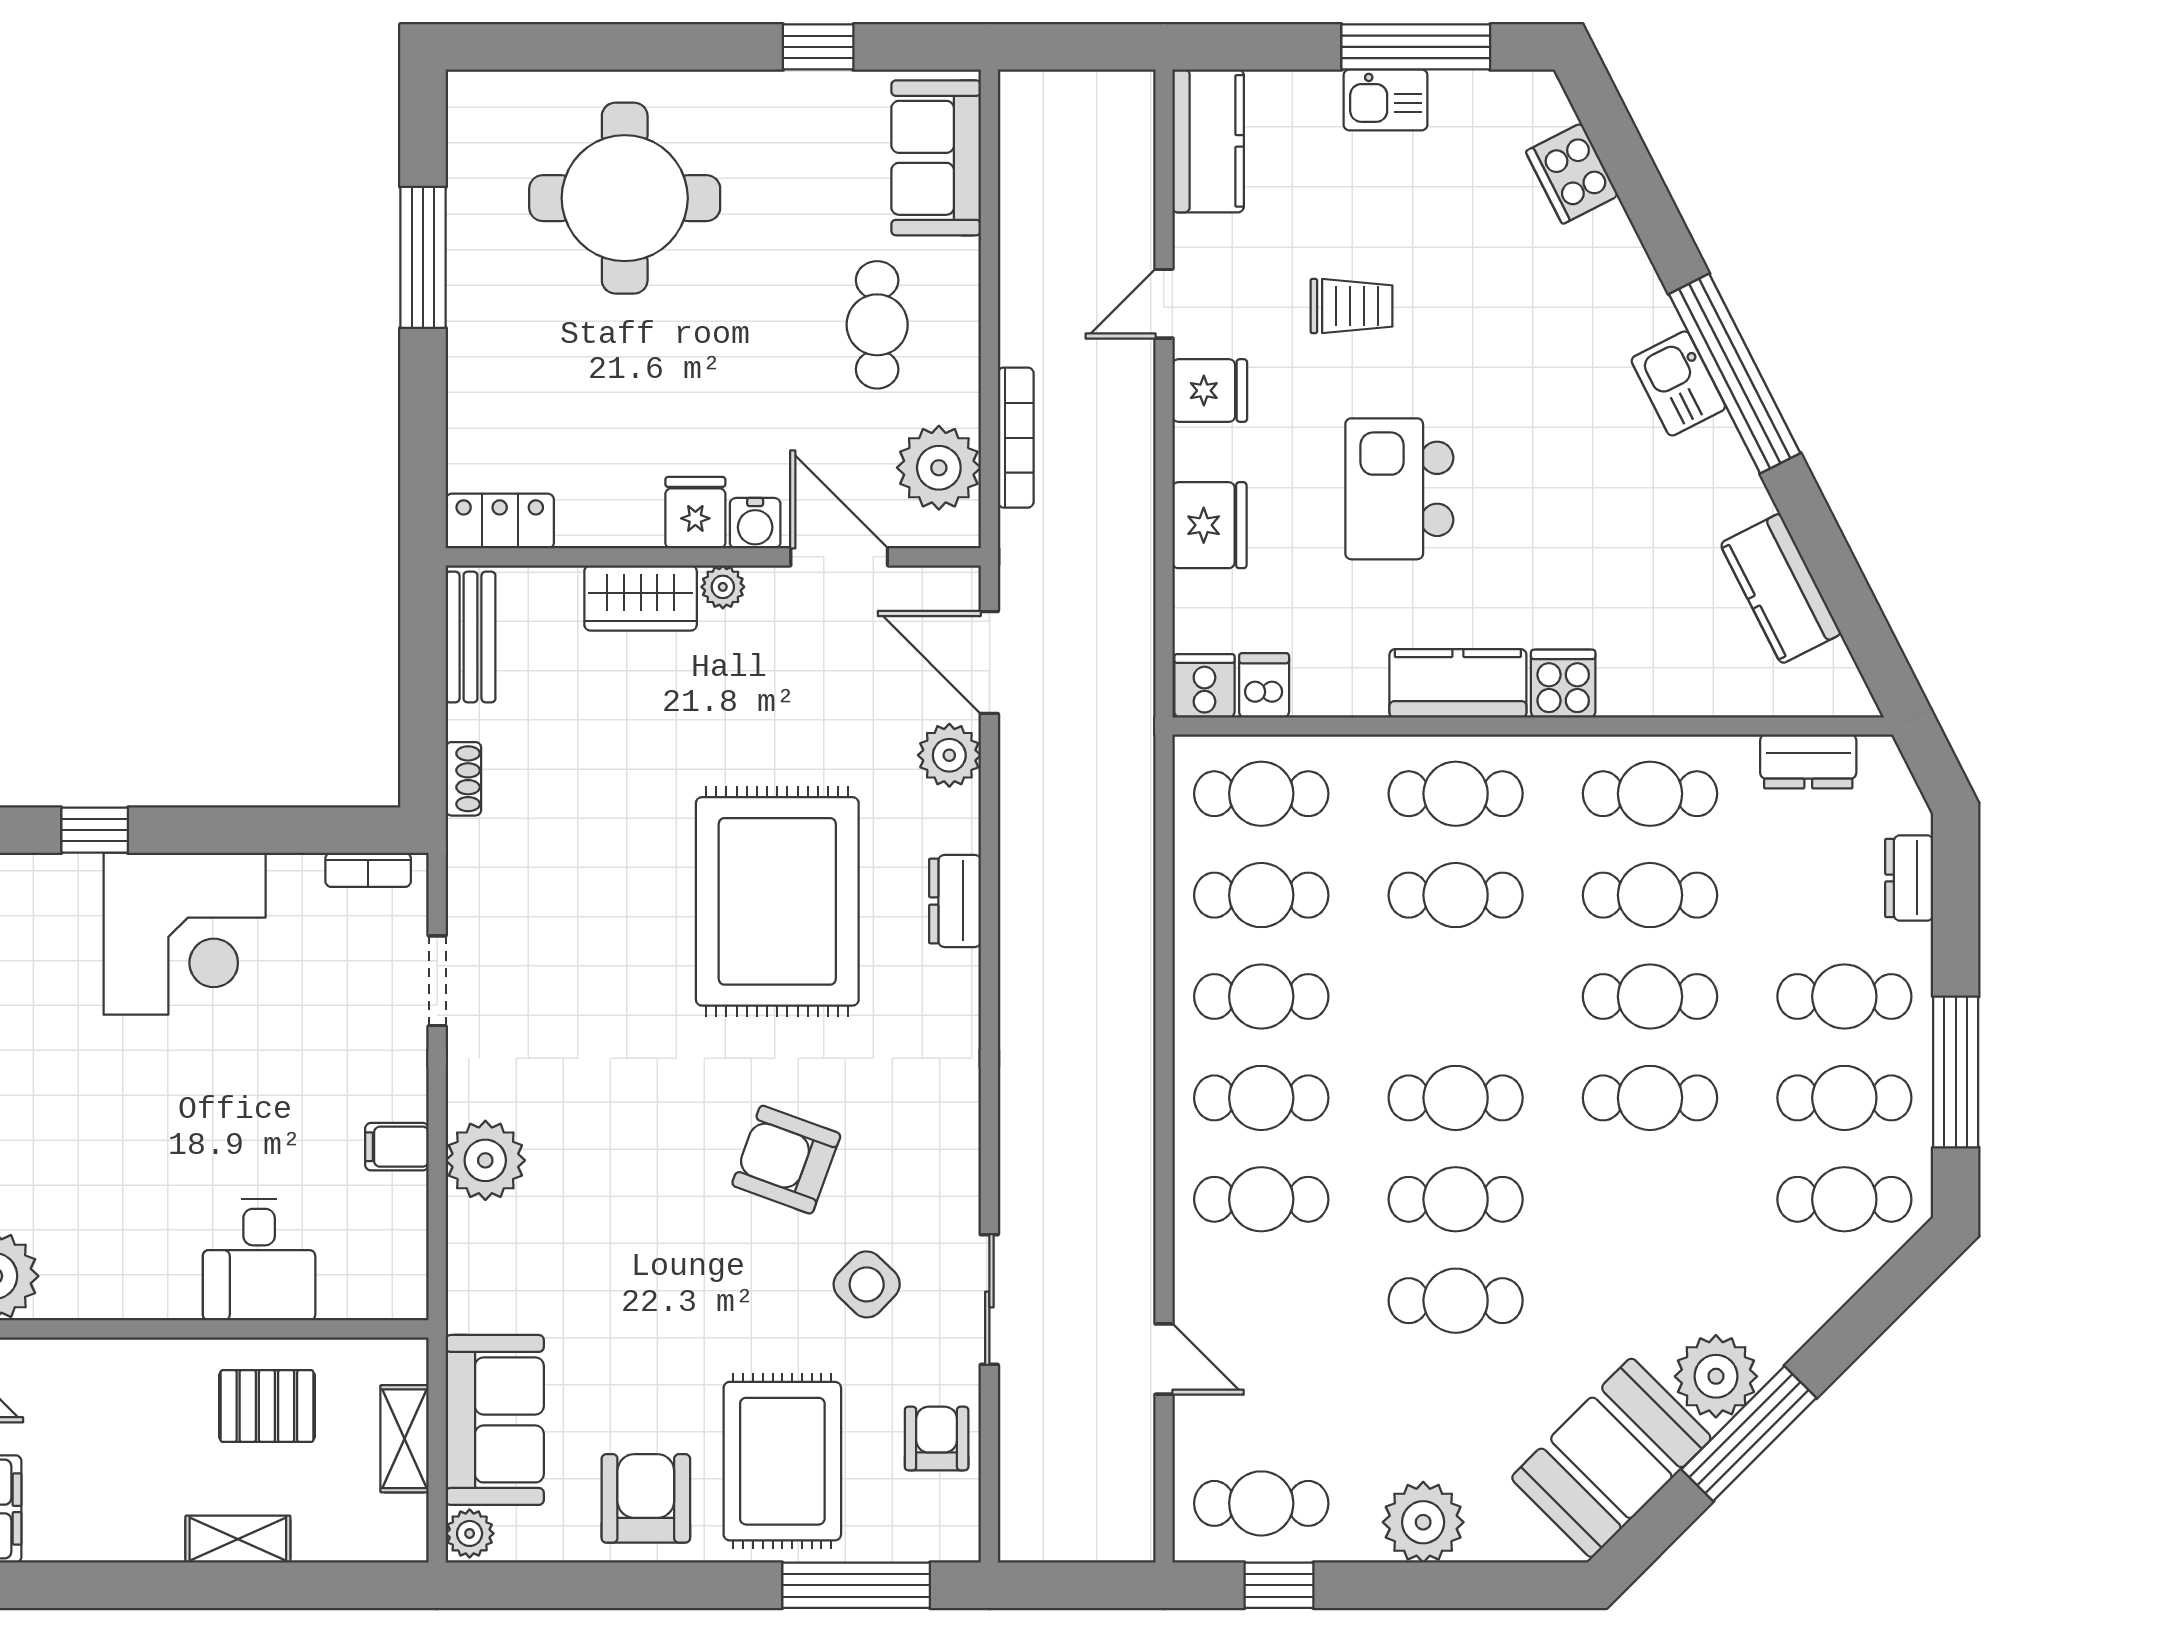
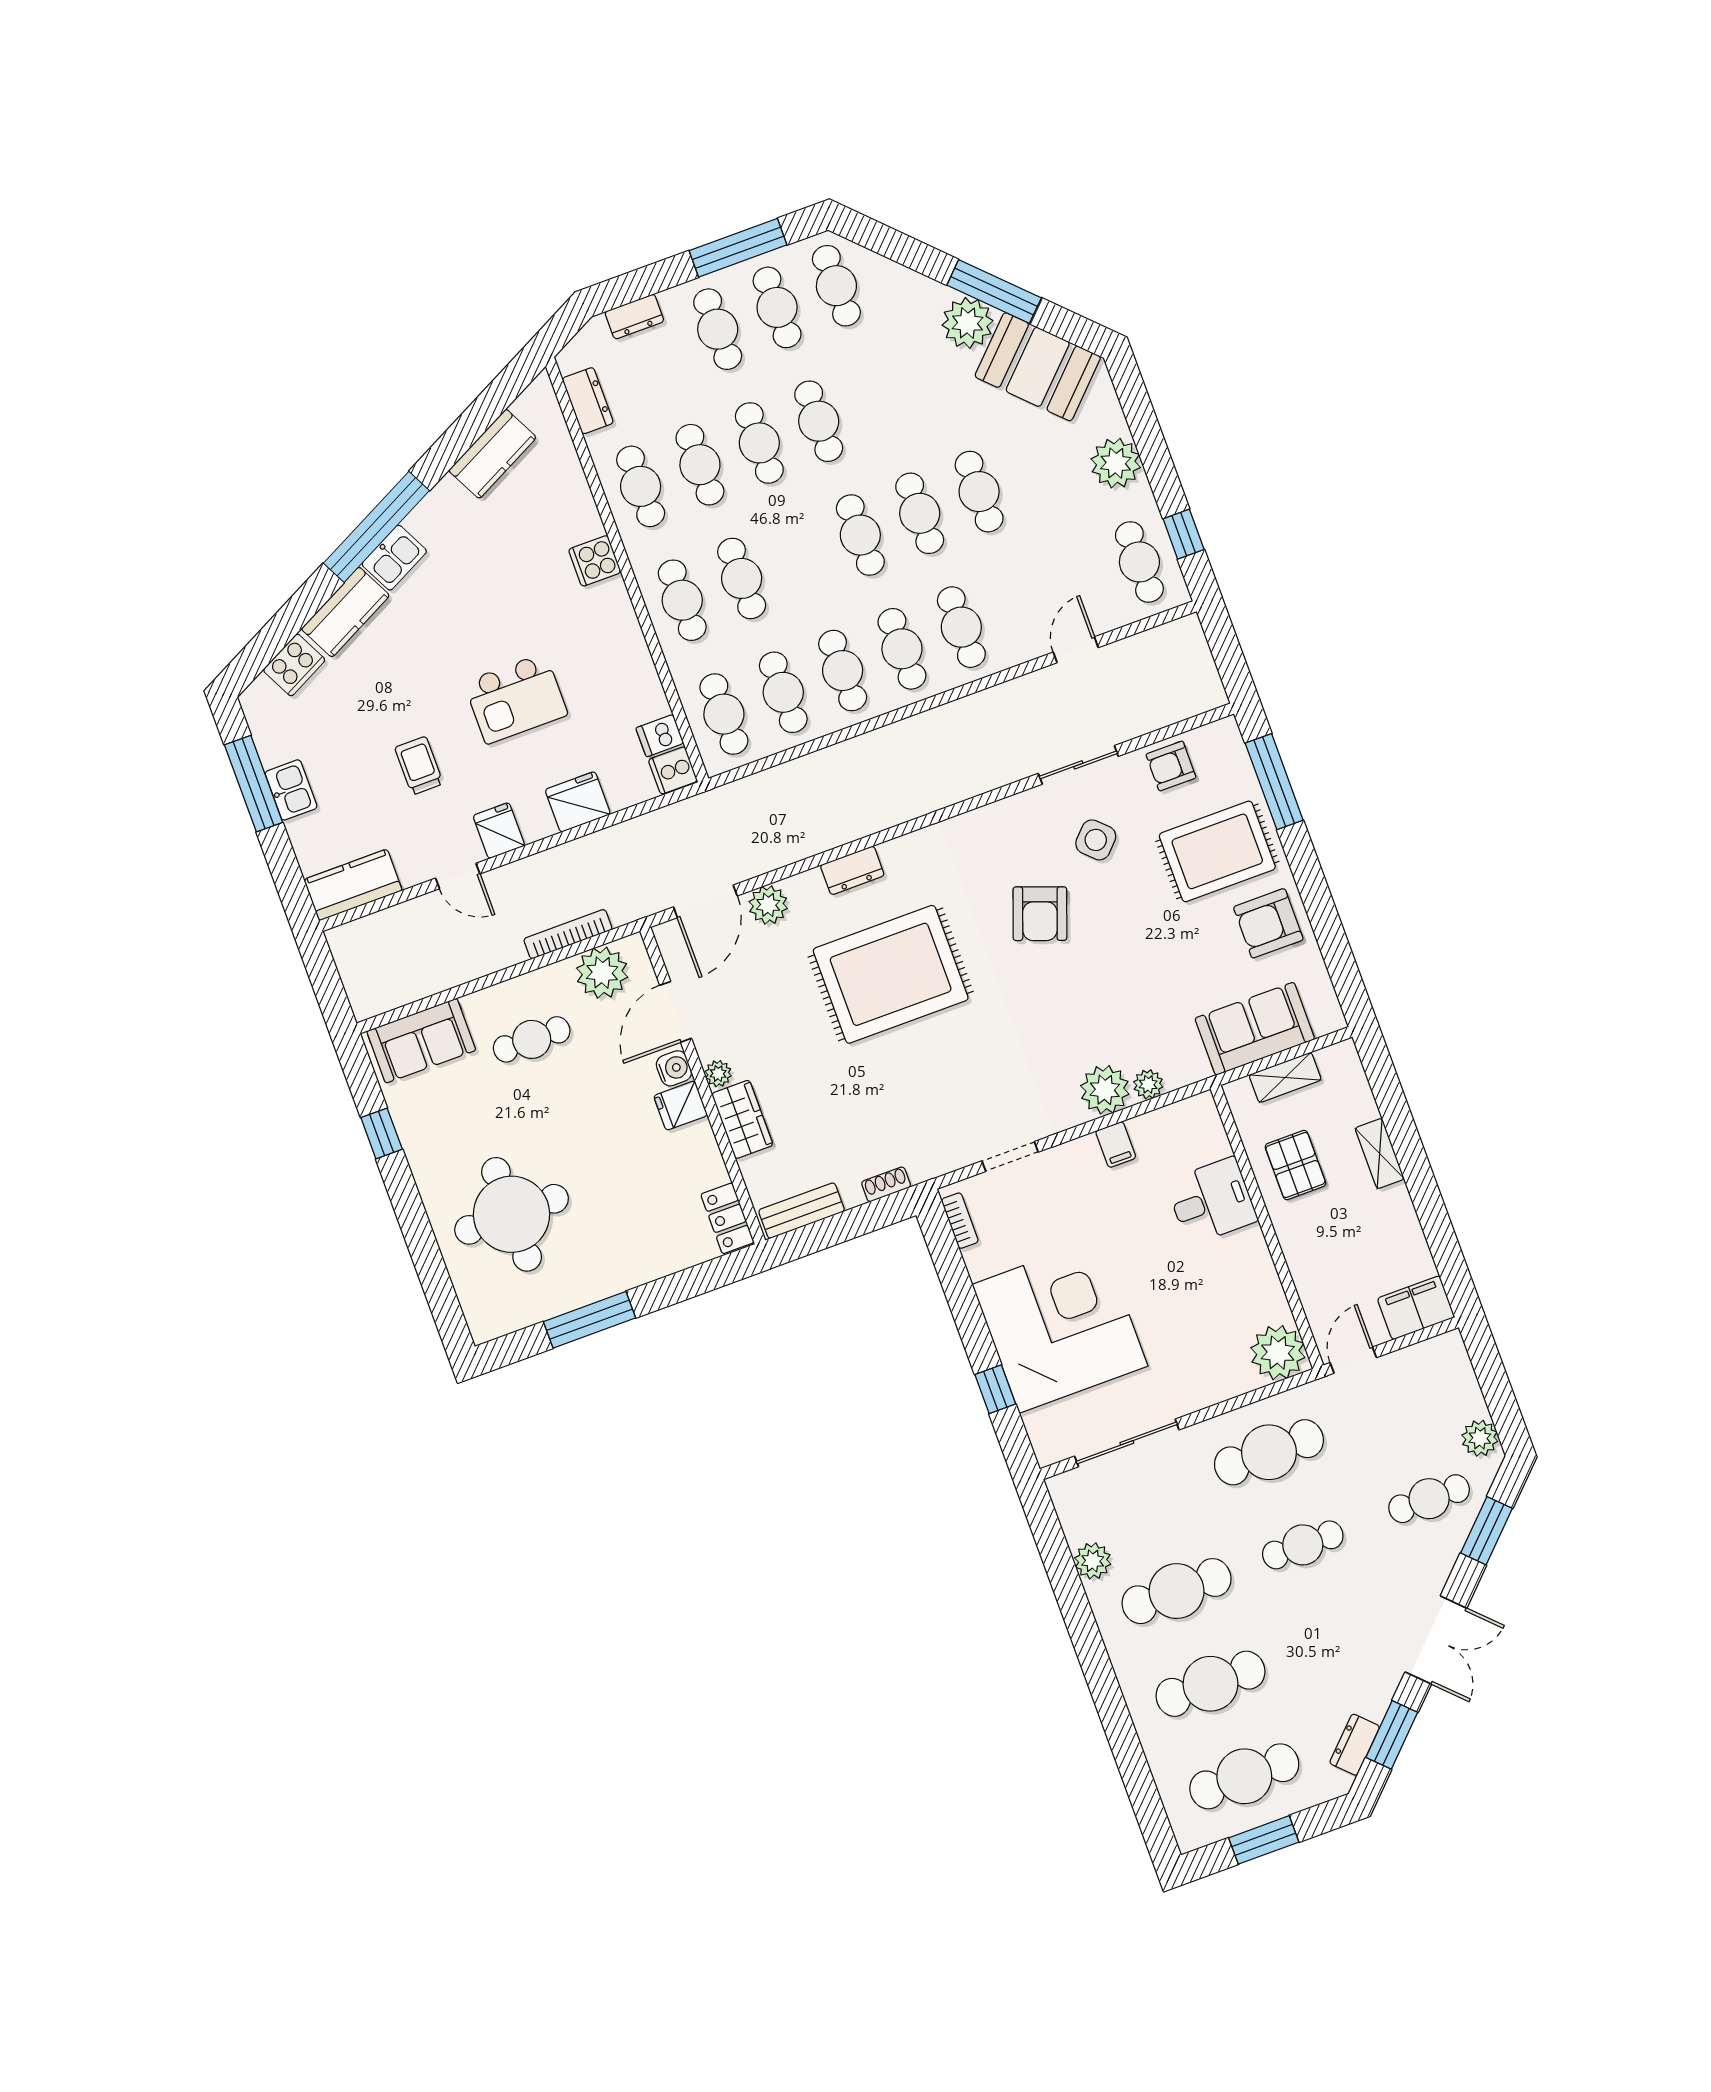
kitchen counter: (1458, 683) -> (345, 612), moved, turned -117
corner desk: (185, 934) -> (1060, 1325), width x1.36, depth x1.36
plant: (470, 1533) -> (1148, 1084), moved

